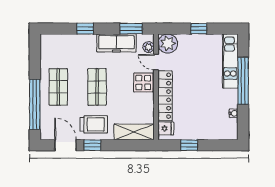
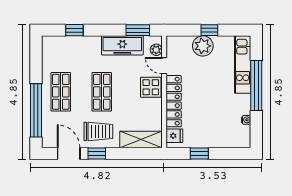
window: (85, 29) -> (74, 30), moved
plant: (168, 44) -> (203, 46), moved

